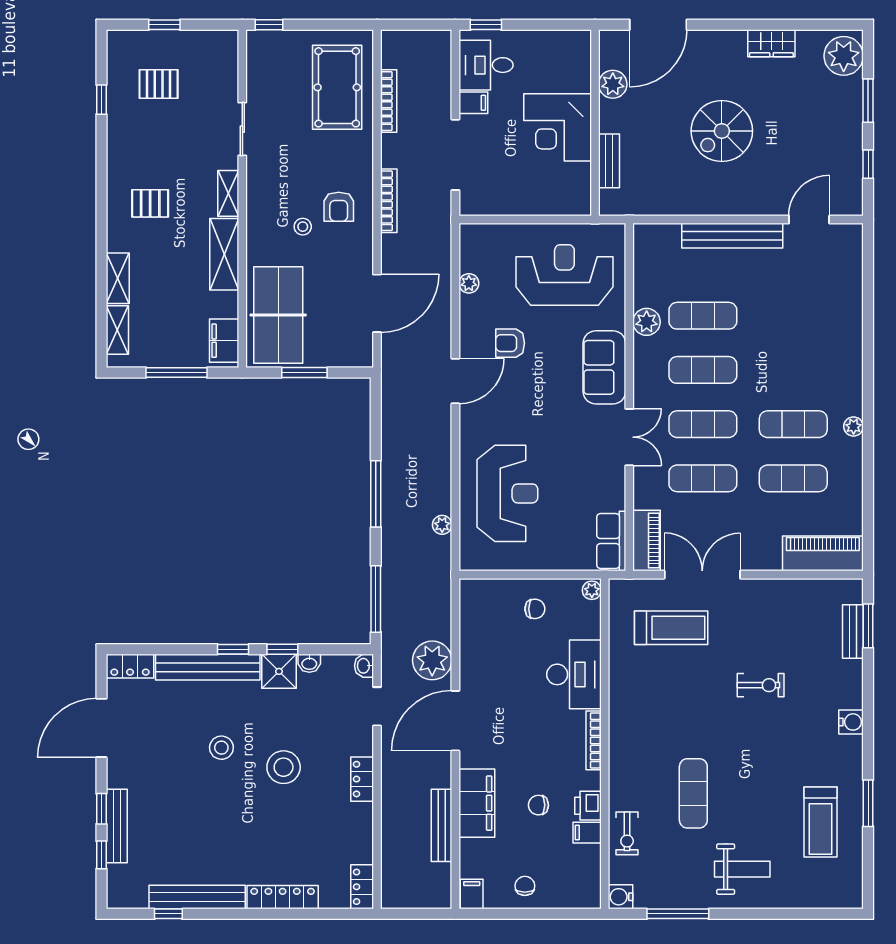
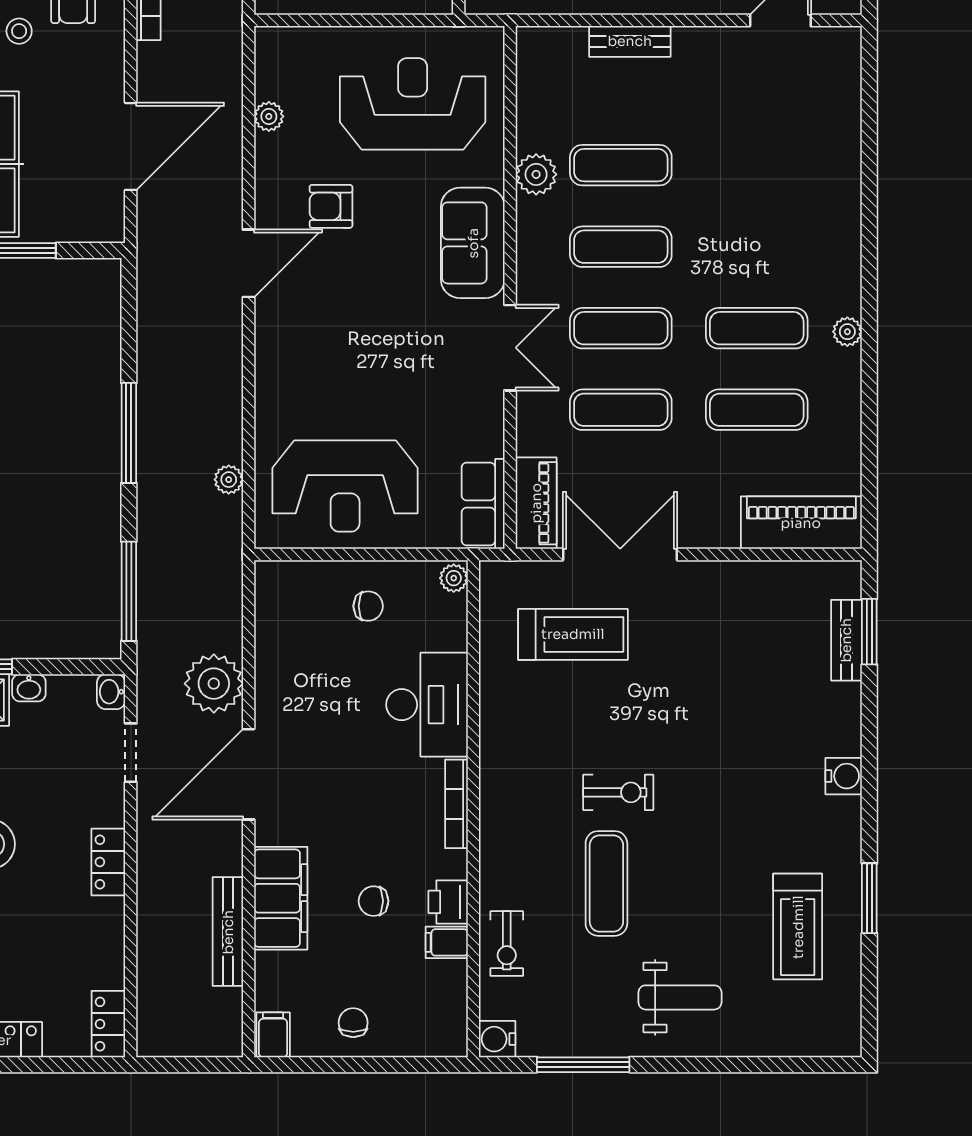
bench: (732, 236) -> (630, 41), width x0.54, depth x0.82
reception desk: (507, 493) -> (345, 486), moved, turned 90
exercise bike: (761, 685) -> (618, 792), moved

